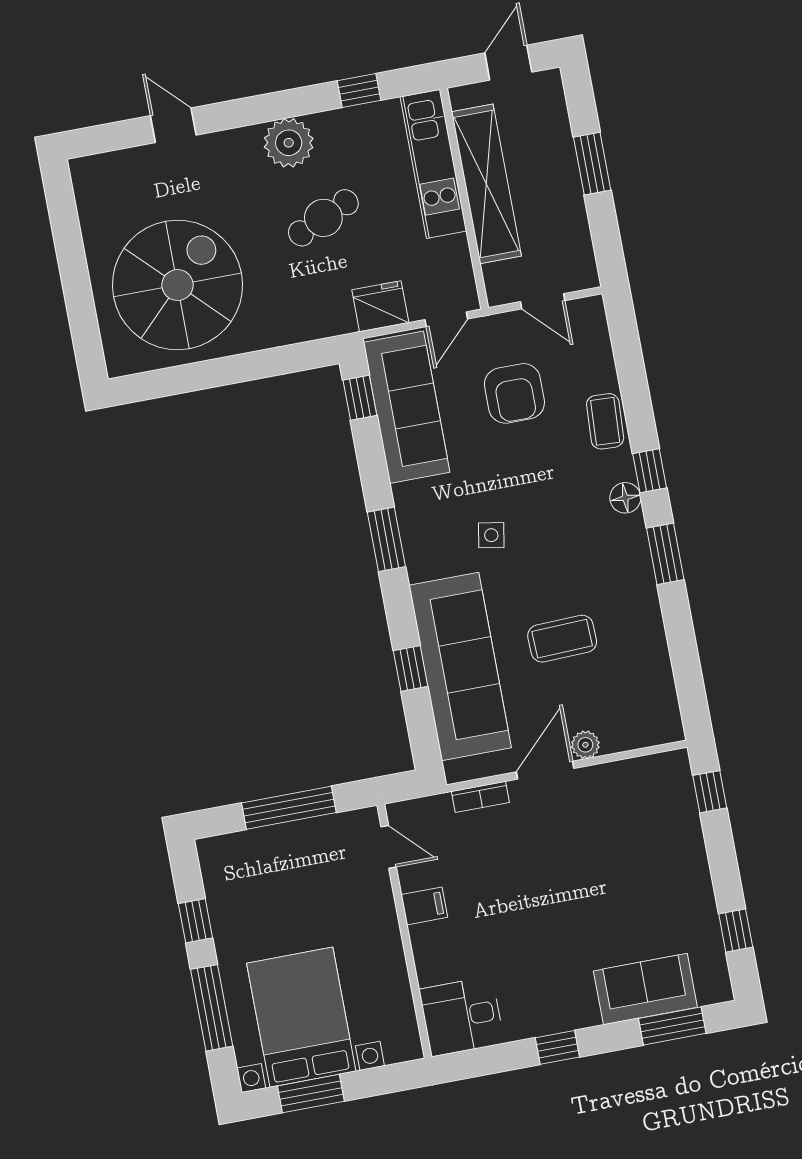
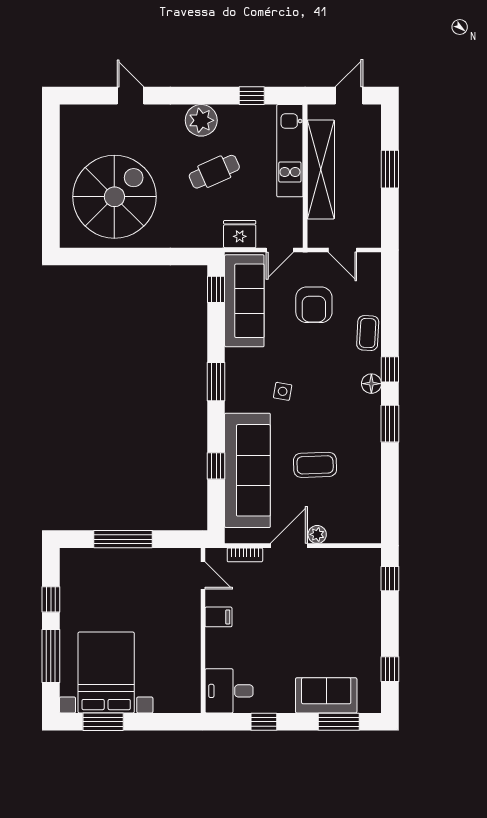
door: (389, 847) -> (203, 576), moved
filing cabinet: (424, 906) -> (218, 617), moved
wall: (404, 931) -> (203, 630), moved
desk: (462, 1016) -> (229, 691), moved

